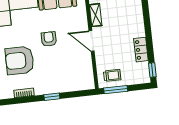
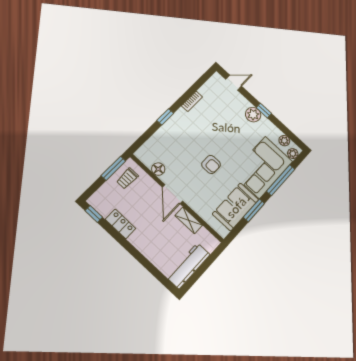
door: (92, 41) -> (173, 194), swing flipped
armchair: (20, 60) -> (220, 126), removed
floor lamp: (87, 65) -> (158, 169), added

